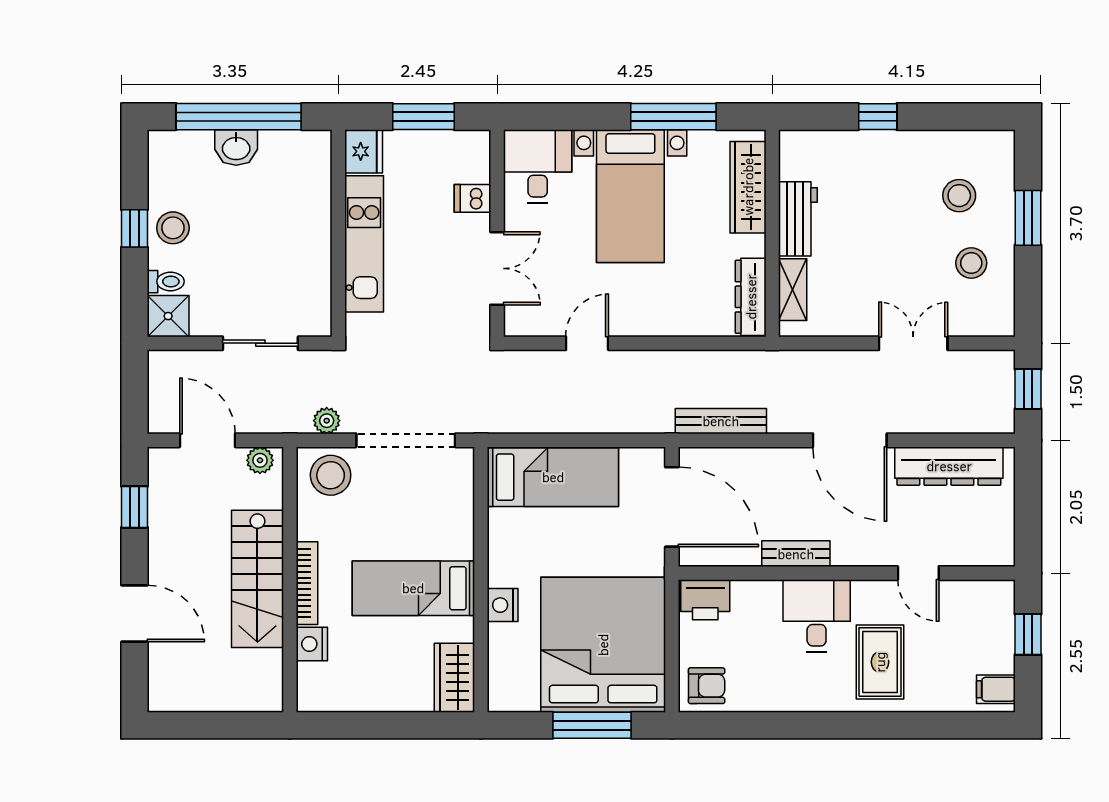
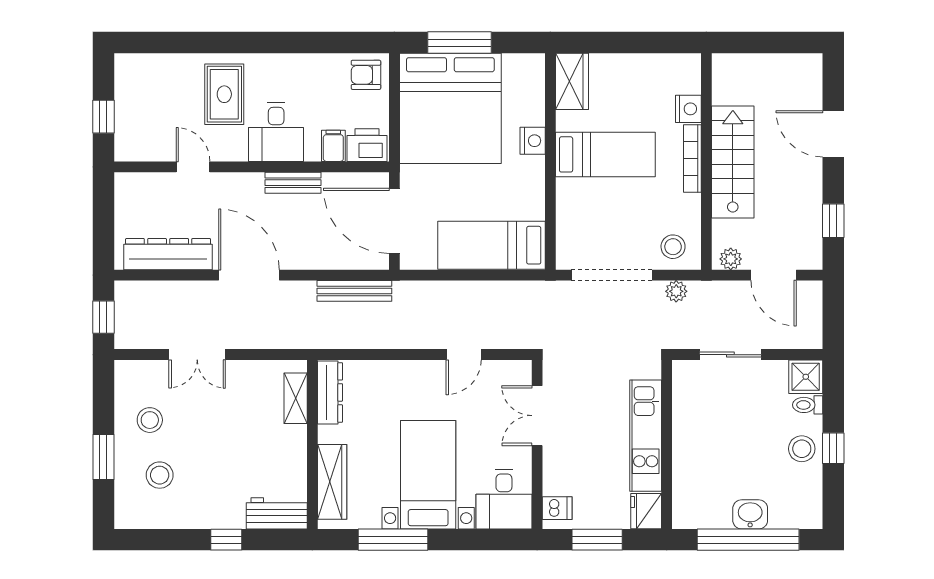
dishwasher: (473, 198) -> (557, 508), moved
workbench: (798, 219) -> (277, 513), moved, turned 90
stool: (331, 475) -> (673, 247), width x0.73, depth x0.73
filing cabinet: (996, 689) -> (333, 146), moved, turned -90

